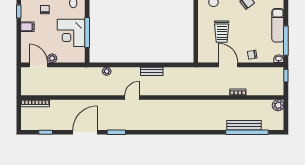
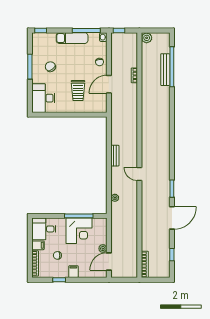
trolley: (222, 32) -> (78, 90), turned 90
door: (85, 132) -> (172, 218), swing flipped

